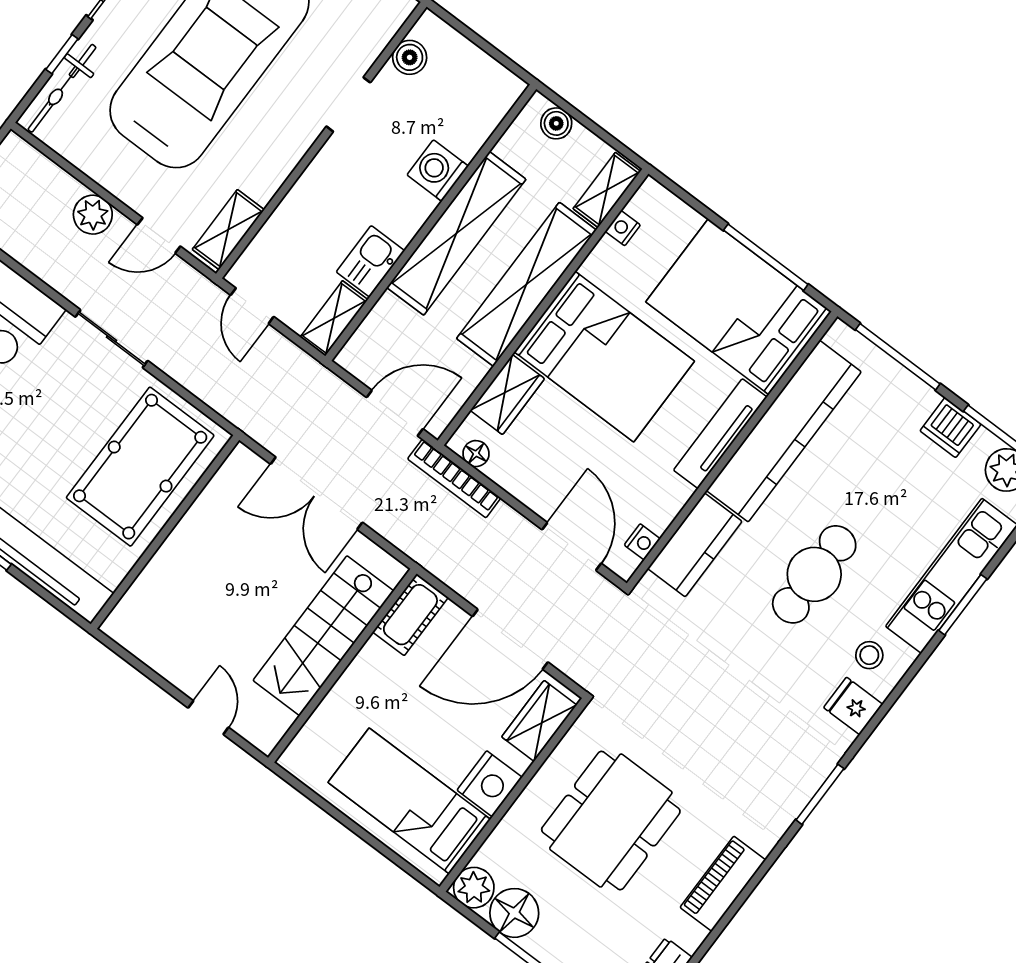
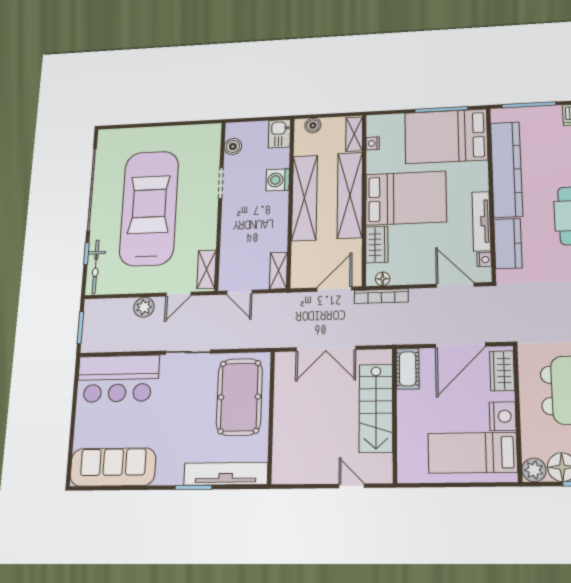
kitchen sink: (370, 261) -> (279, 134), moved
tv unit: (720, 434) -> (481, 221), moved

